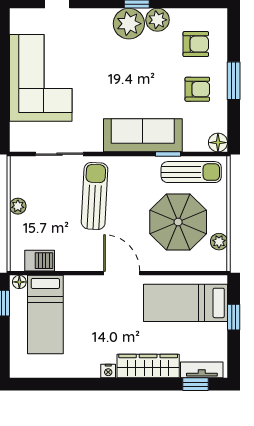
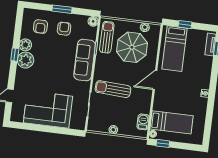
armchair: (196, 44) -> (40, 27), turned 180
wardrobe: (148, 366) -> (205, 72), removed

